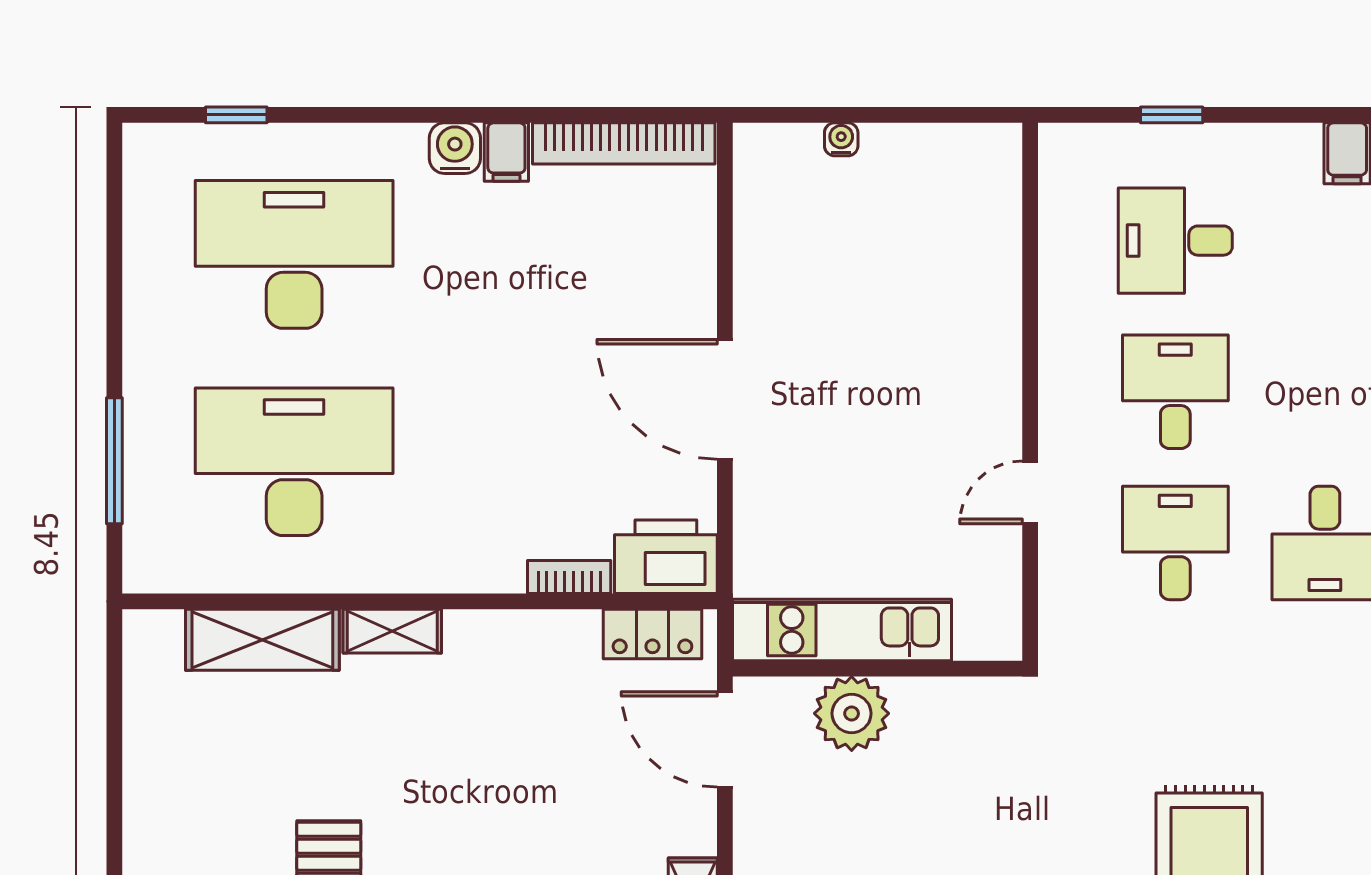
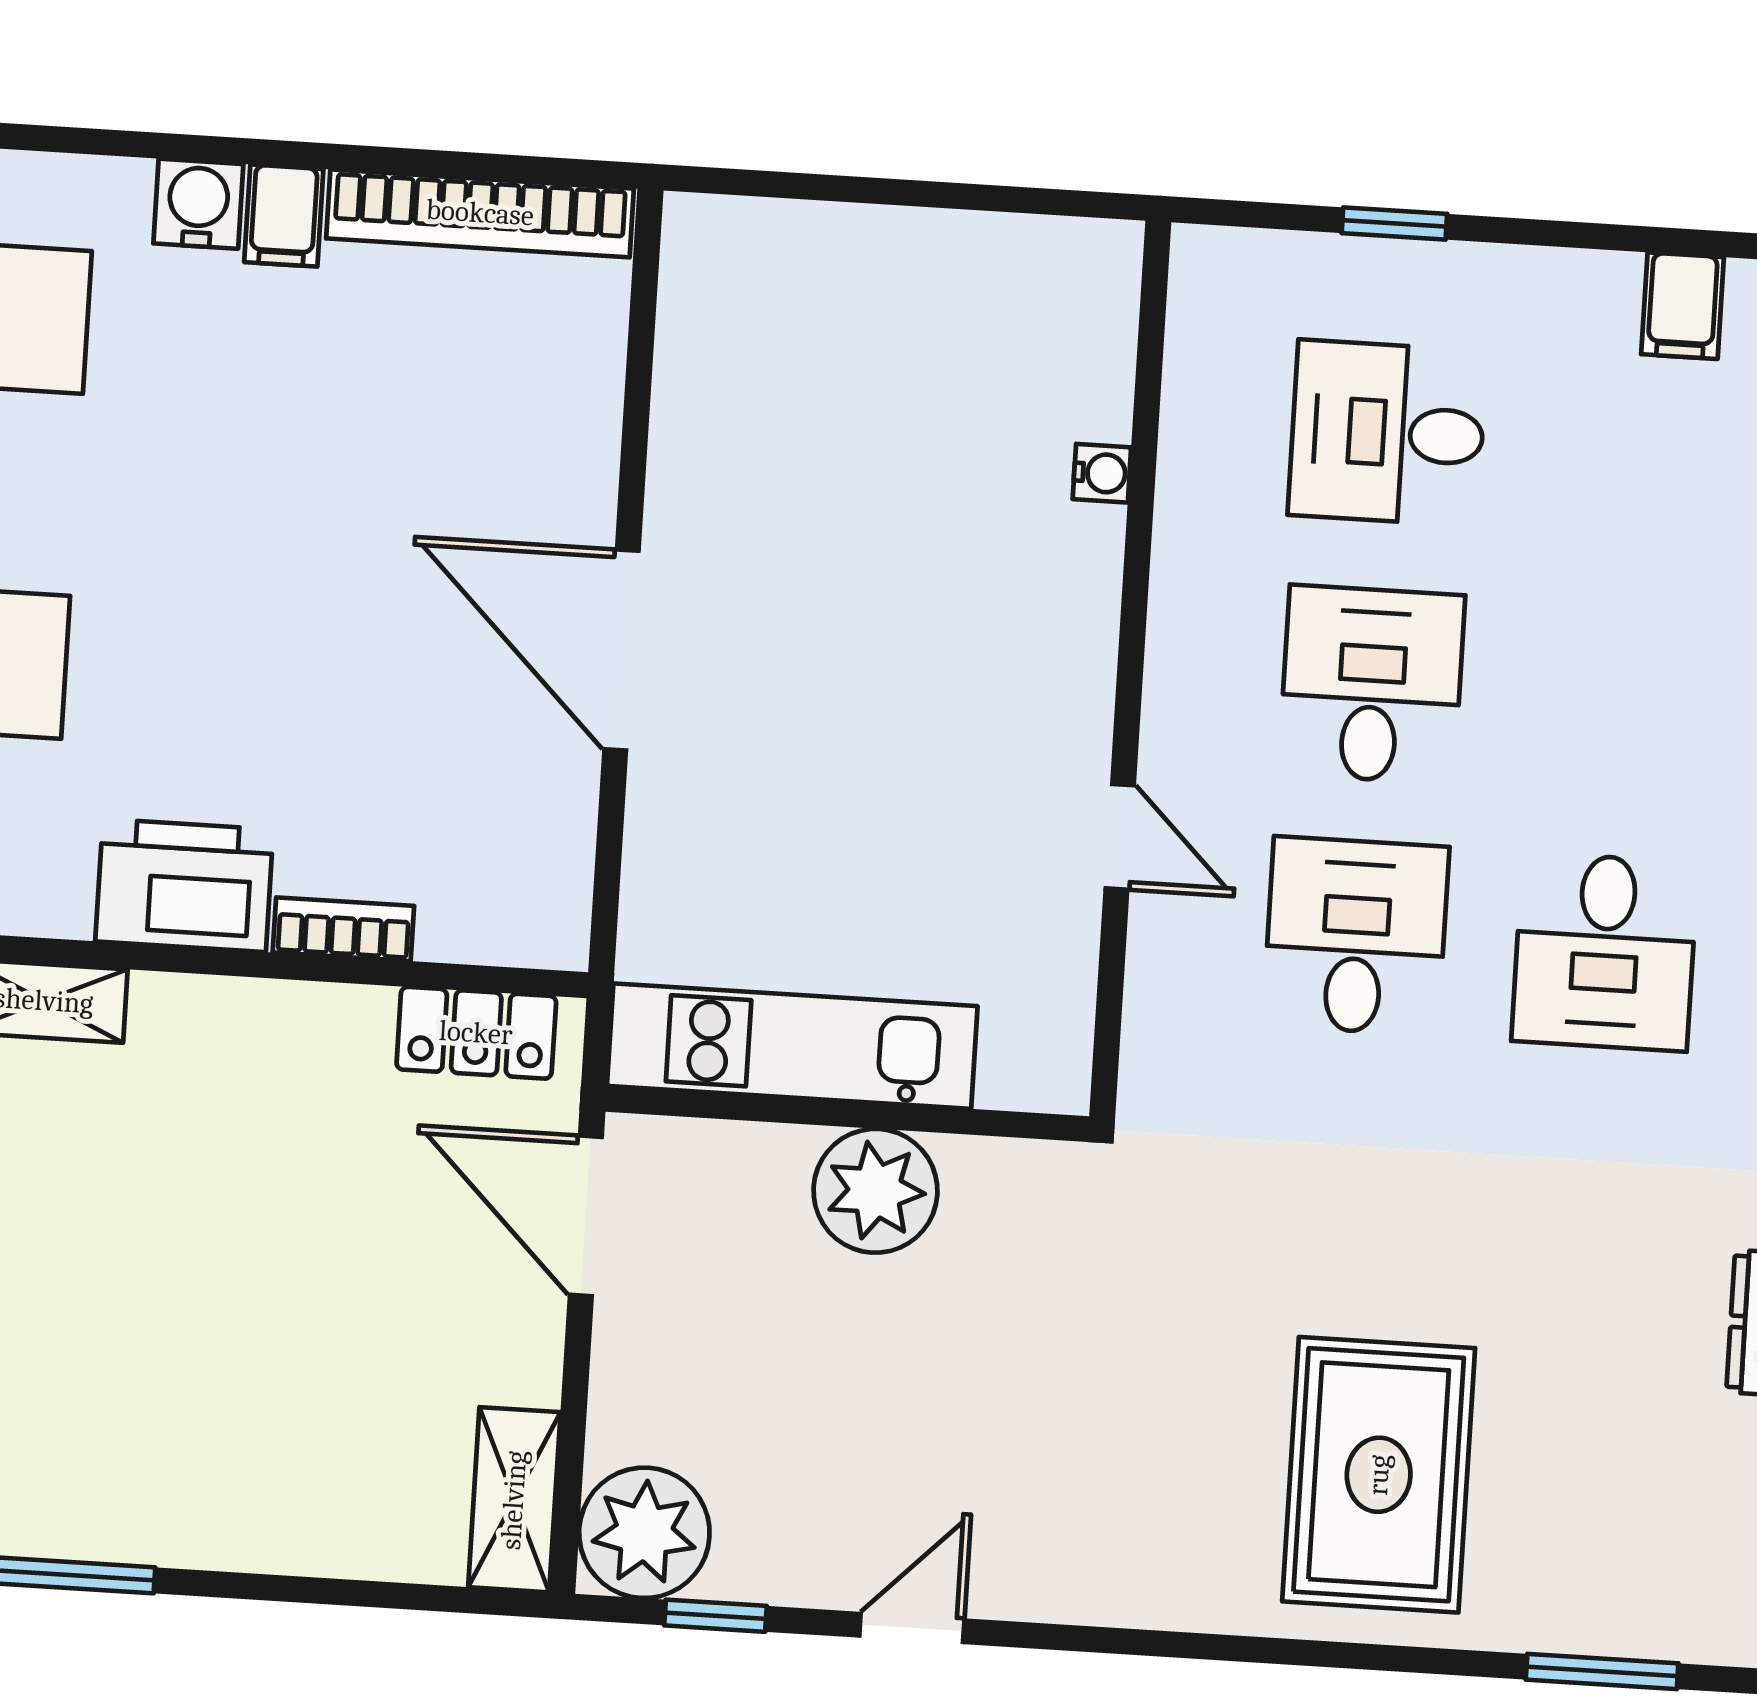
water cooler: (841, 139) -> (1102, 473), moved, turned 90
door: (1030, 492) -> (1120, 837), swing flipped
printer: (666, 557) -> (184, 885), moved
plant: (852, 713) -> (875, 1191), moved

